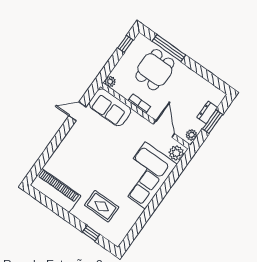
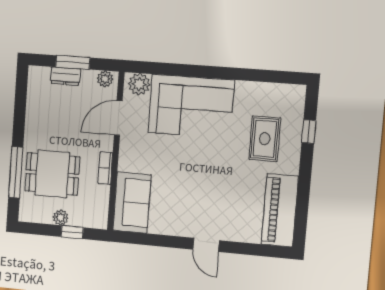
window: (125, 44) -> (72, 232), moved
plant: (110, 82) -> (61, 218), moved
door: (77, 111) -> (206, 245), moved

